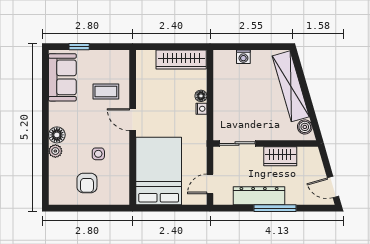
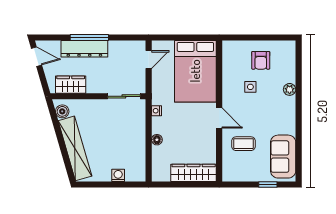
wardrobe: (181, 60) -> (194, 173), moved
nightstand: (201, 109) -> (156, 111), moved
floor lamp: (57, 135) -> (288, 104), removed
wardrobe: (280, 156) -> (71, 85), moved
armchair: (87, 183) -> (261, 60), turned 180
dresser: (259, 196) -> (84, 49), moved

